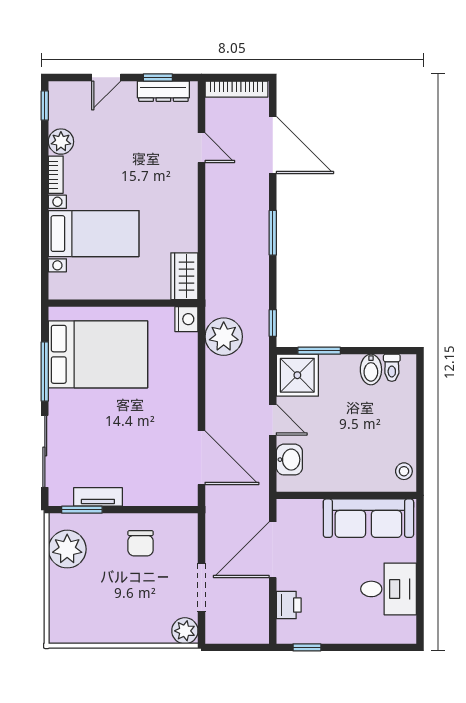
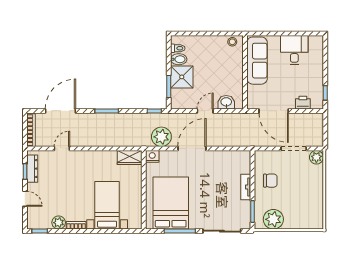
shower: (297, 375) -> (182, 77), moved
door: (201, 458) -> (192, 148), moved
tv unit: (98, 497) -> (246, 187), moved

